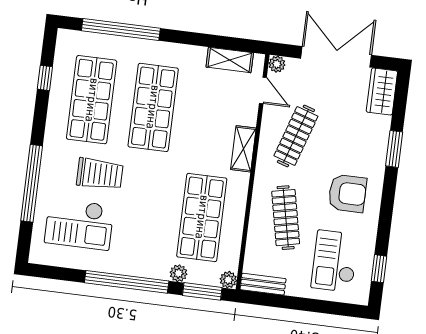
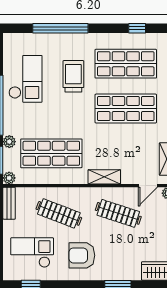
trolley: (100, 174) -> (73, 76), turned 180
armchair: (347, 193) -> (82, 255), turned 90
clothes rail: (286, 218) -> (59, 213), turned 33
checkout: (79, 224) -> (25, 79), moved, turned 180

